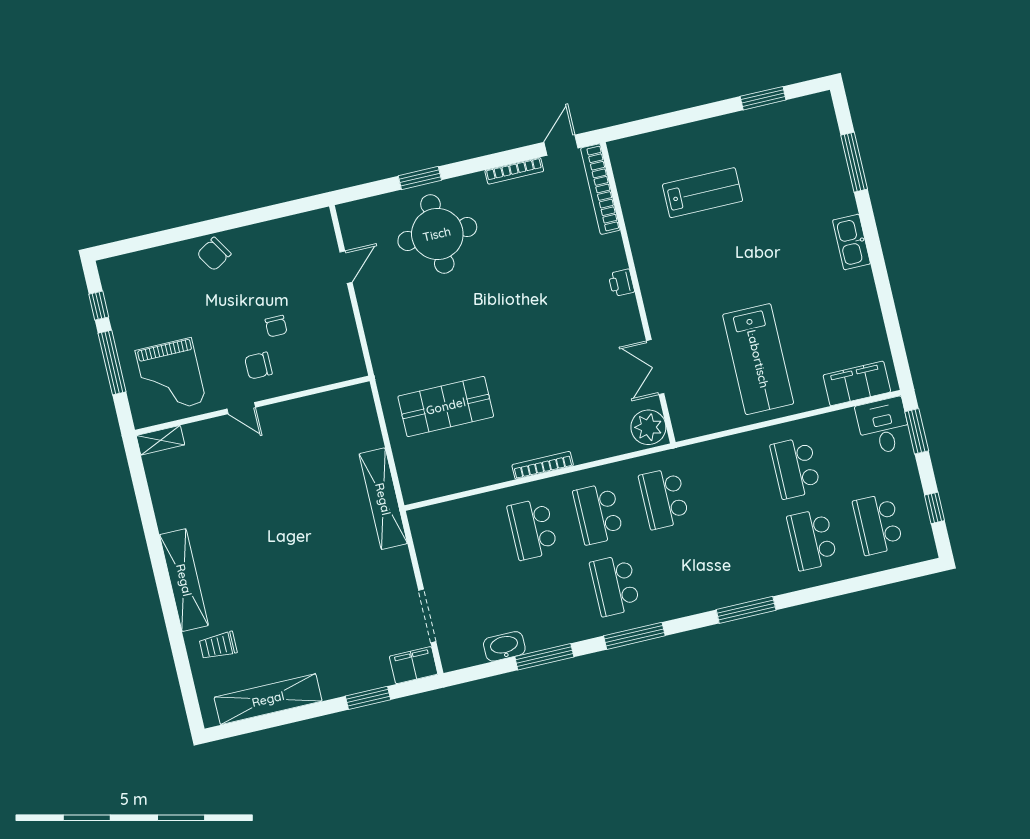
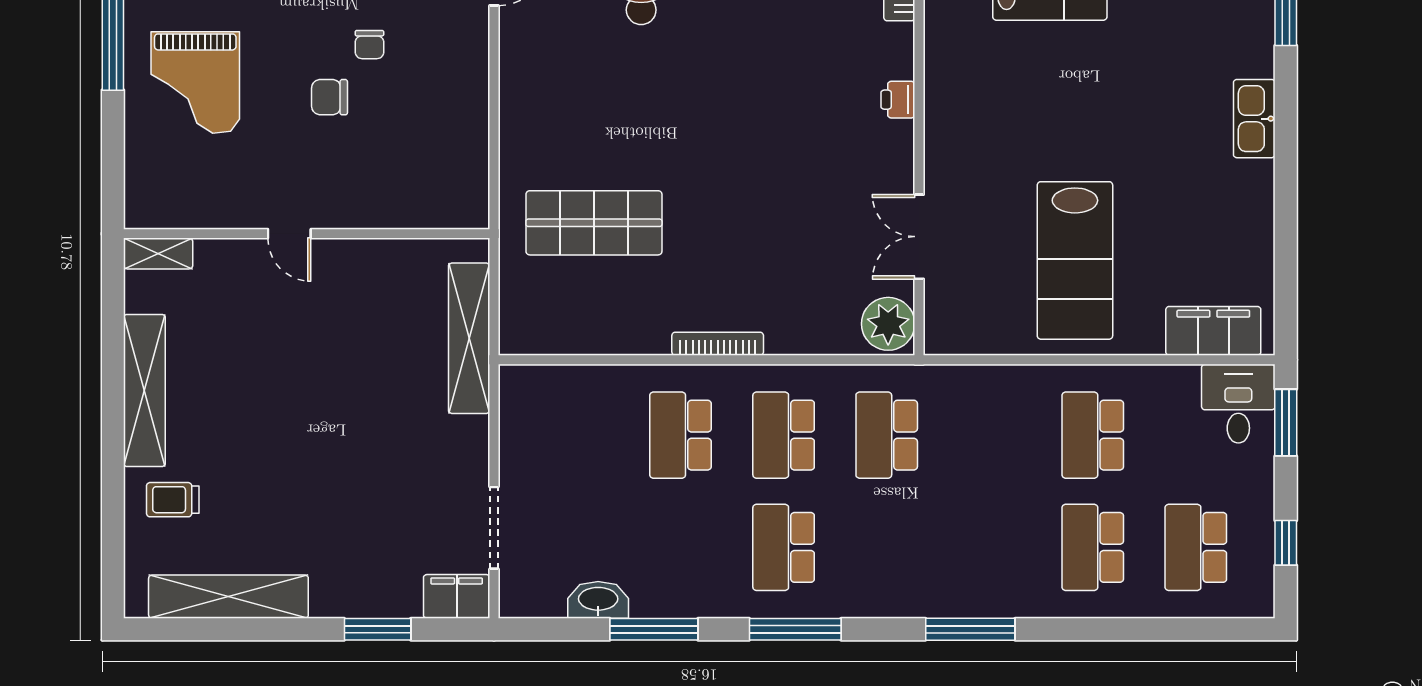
wall: (252, 405) -> (307, 234), moved
door: (241, 408) -> (289, 234), moved
shelving: (161, 440) -> (158, 254), moved

